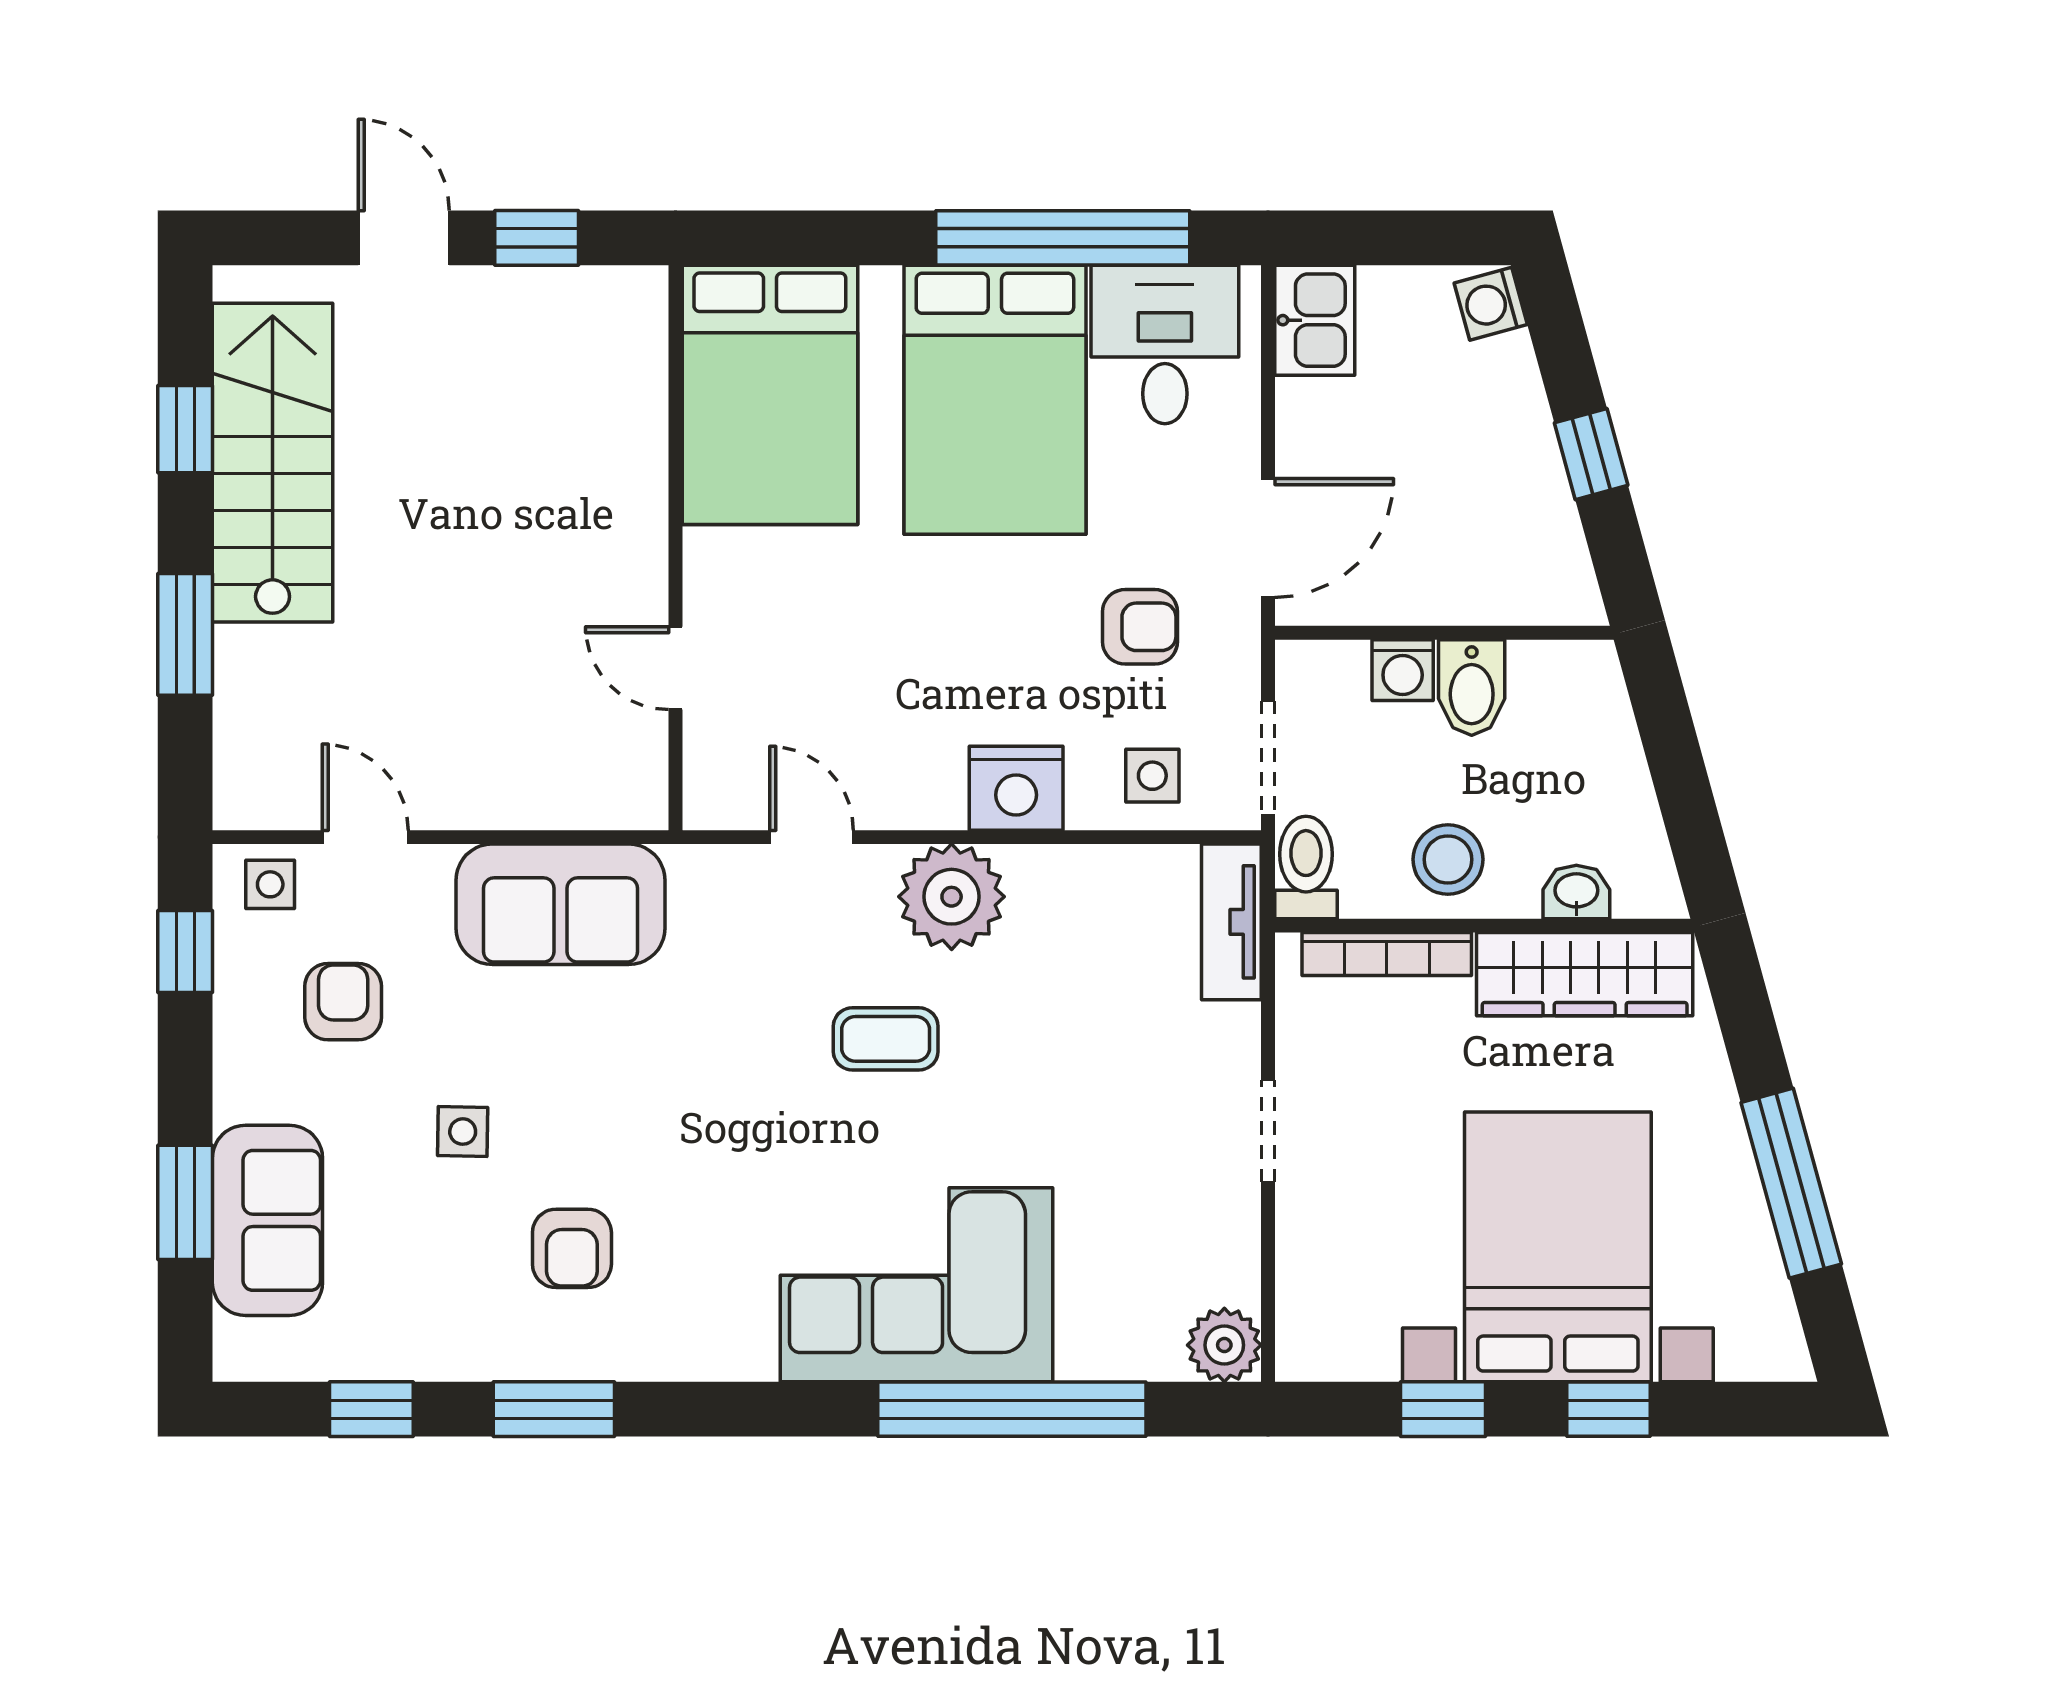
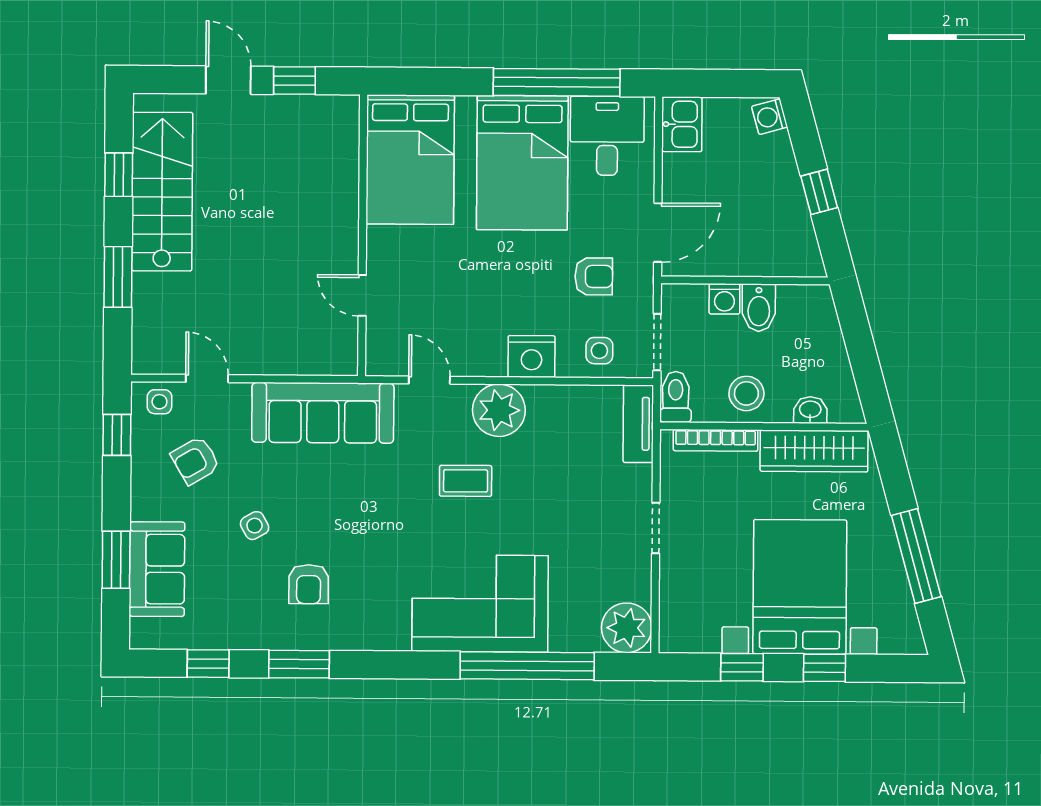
sofa: (561, 904) -> (323, 413), width x1.36
armchair: (343, 1002) -> (195, 460), turned -120
side table: (463, 1132) -> (255, 526), turned -30
plant: (1224, 1345) -> (627, 628), width x1.36, depth x1.36

